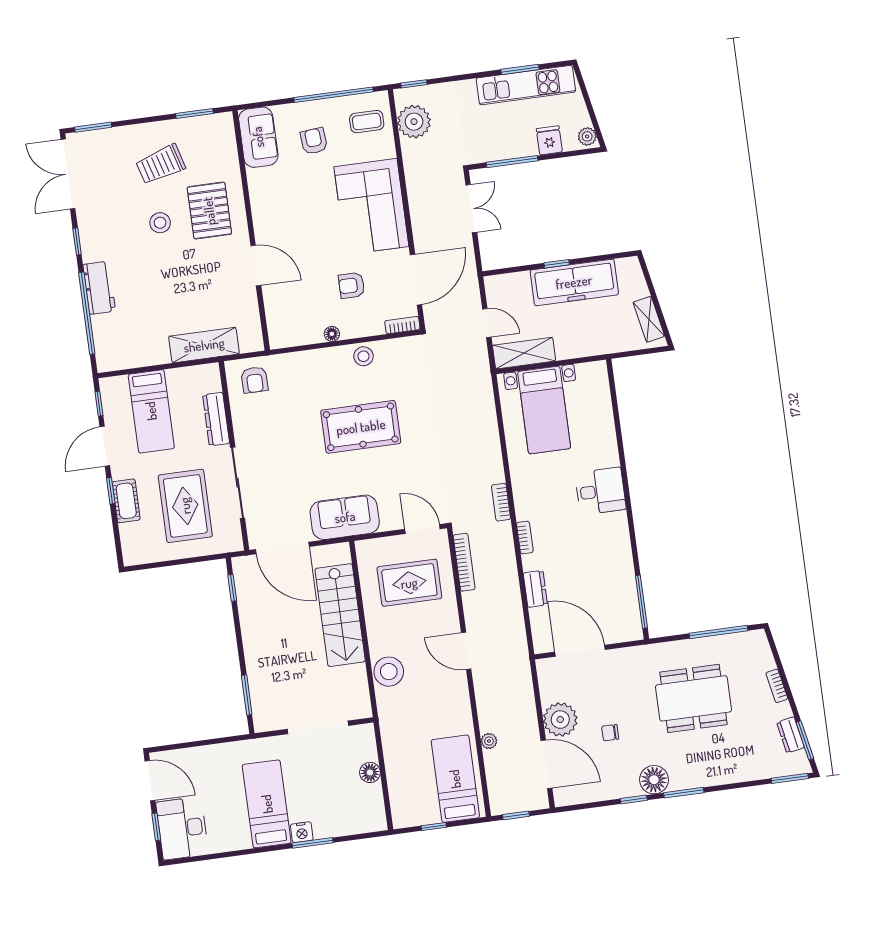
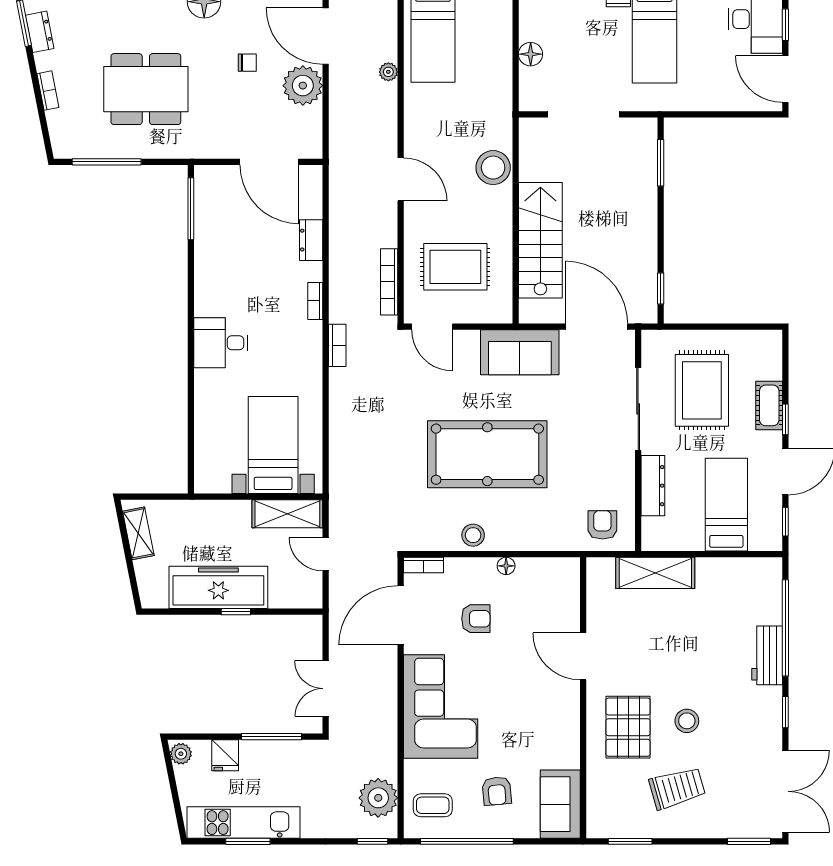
pool table: (361, 427) -> (487, 454), width x1.36, depth x1.32

